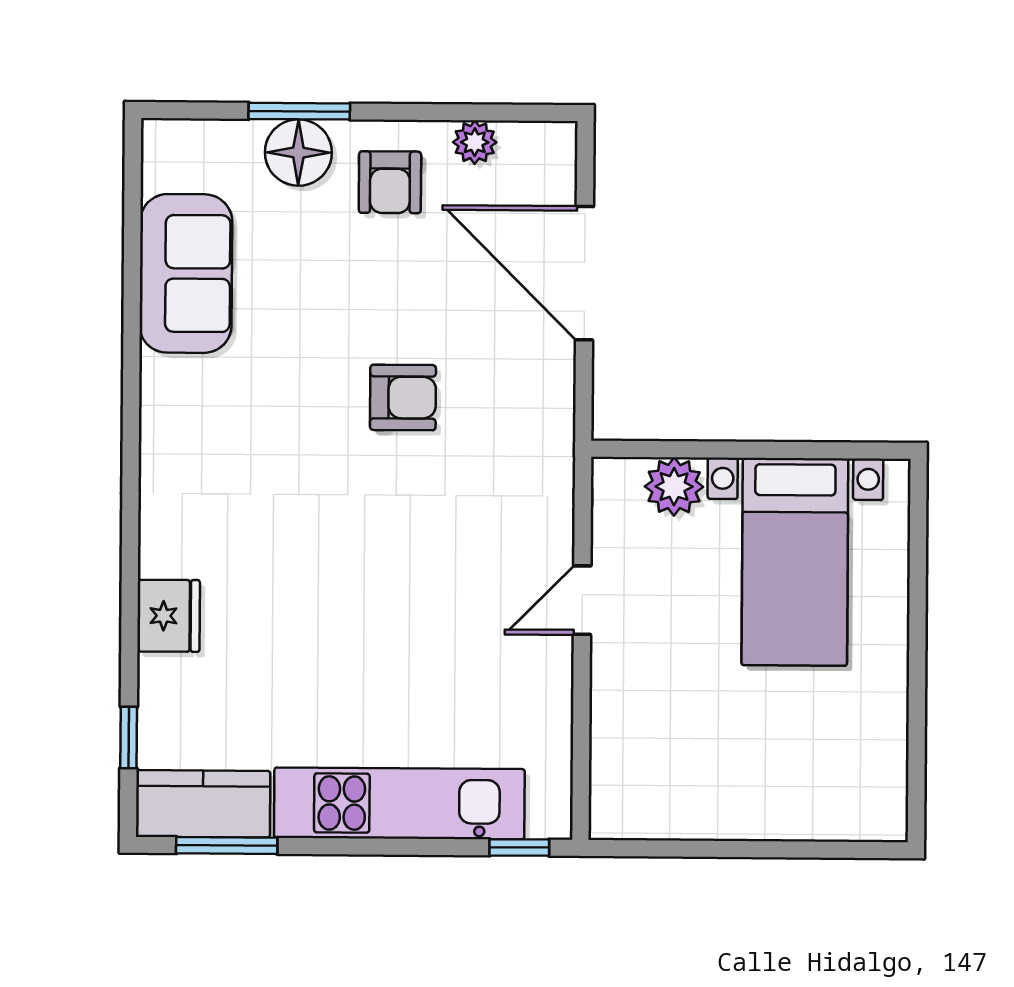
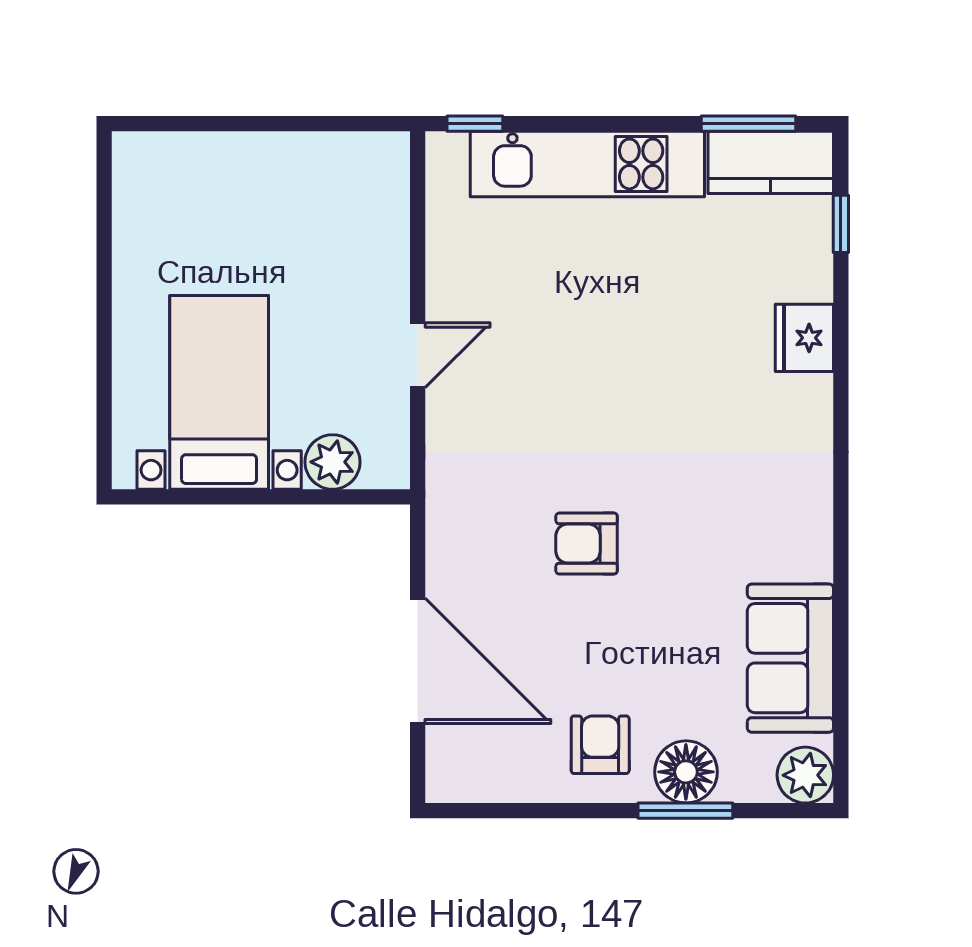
plant: (475, 142) -> (805, 775), moved, width x1.38, depth x1.38

